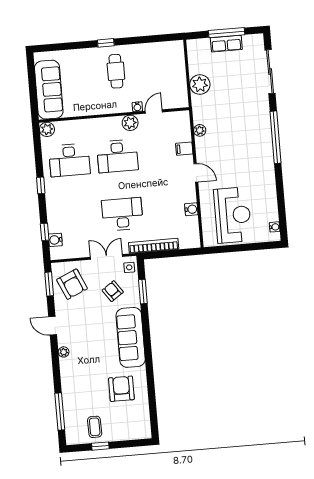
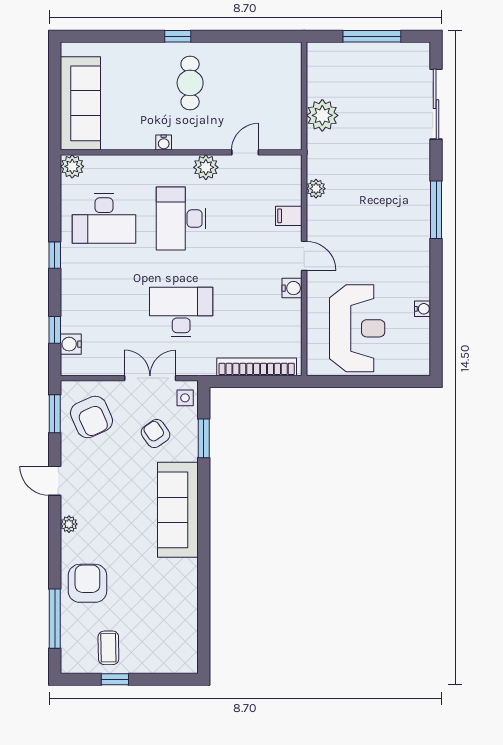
row of seats: (226, 44) -> (370, 54), removed
water cooler: (137, 107) -> (164, 143), moved
window: (276, 137) -> (436, 210), width x0.68
desk: (117, 156) -> (181, 219), turned 90
water cooler: (191, 209) -> (292, 288), moved
water cooler: (275, 227) -> (423, 309), moved
bookcase: (154, 246) -> (257, 367), moved
armchair: (121, 389) -> (87, 583), moved

